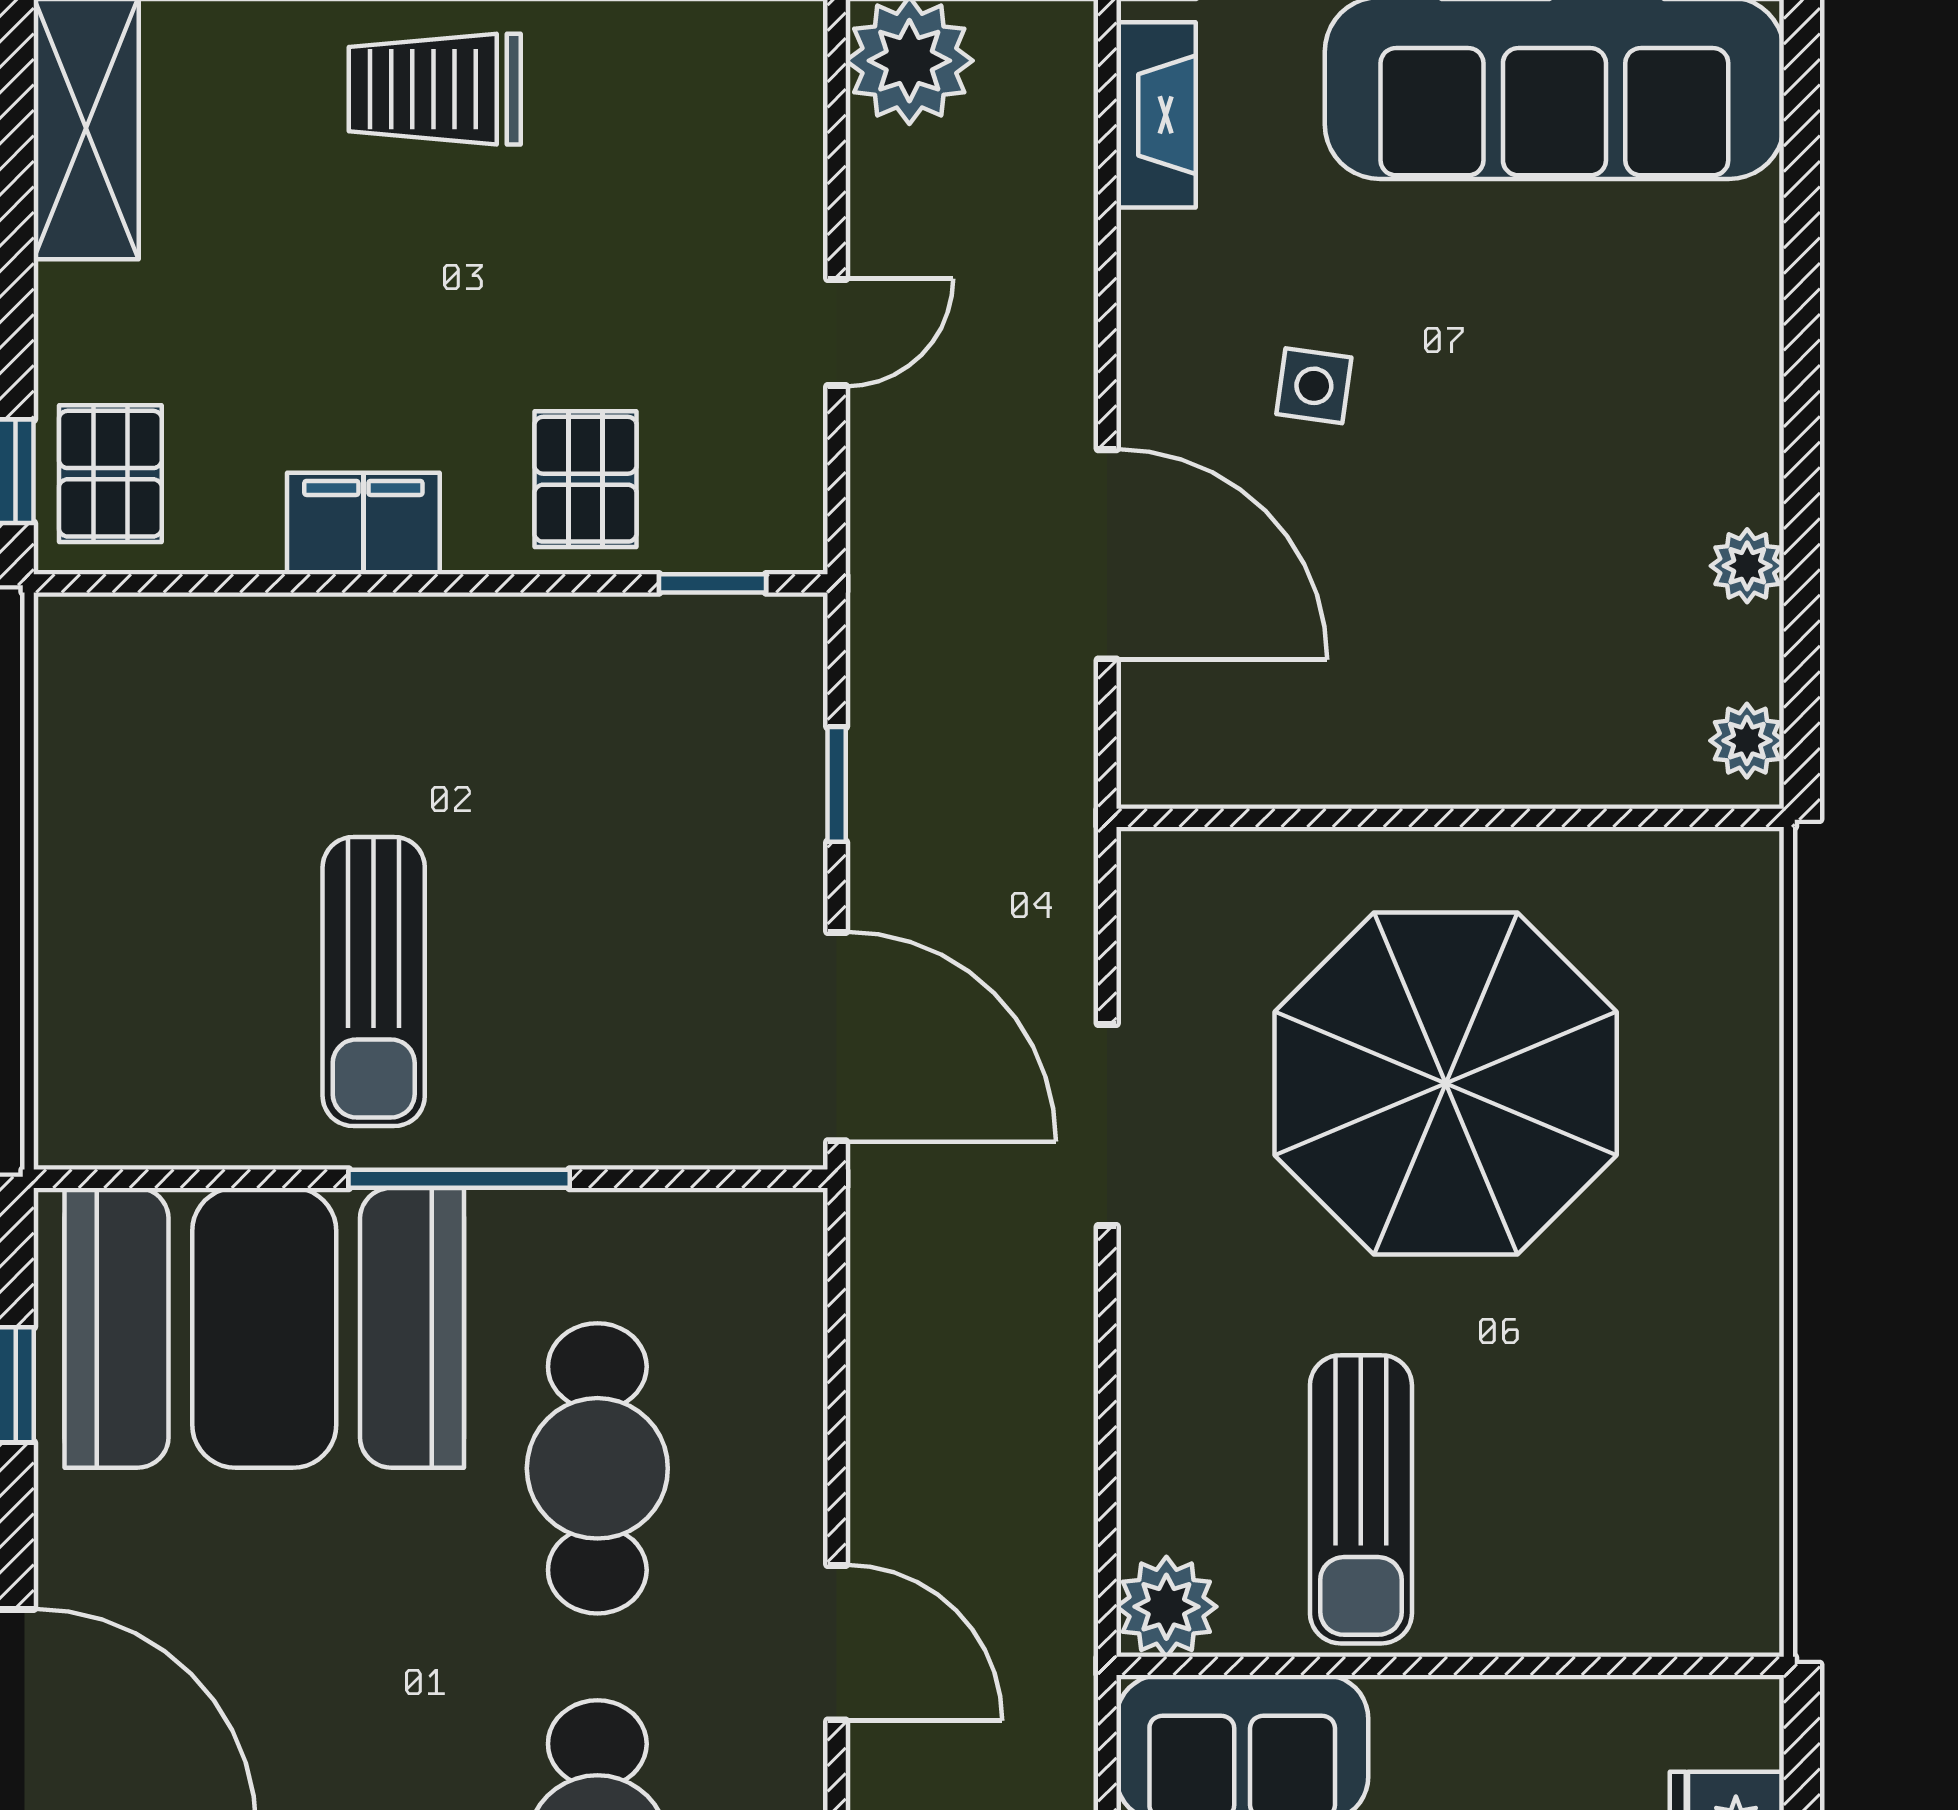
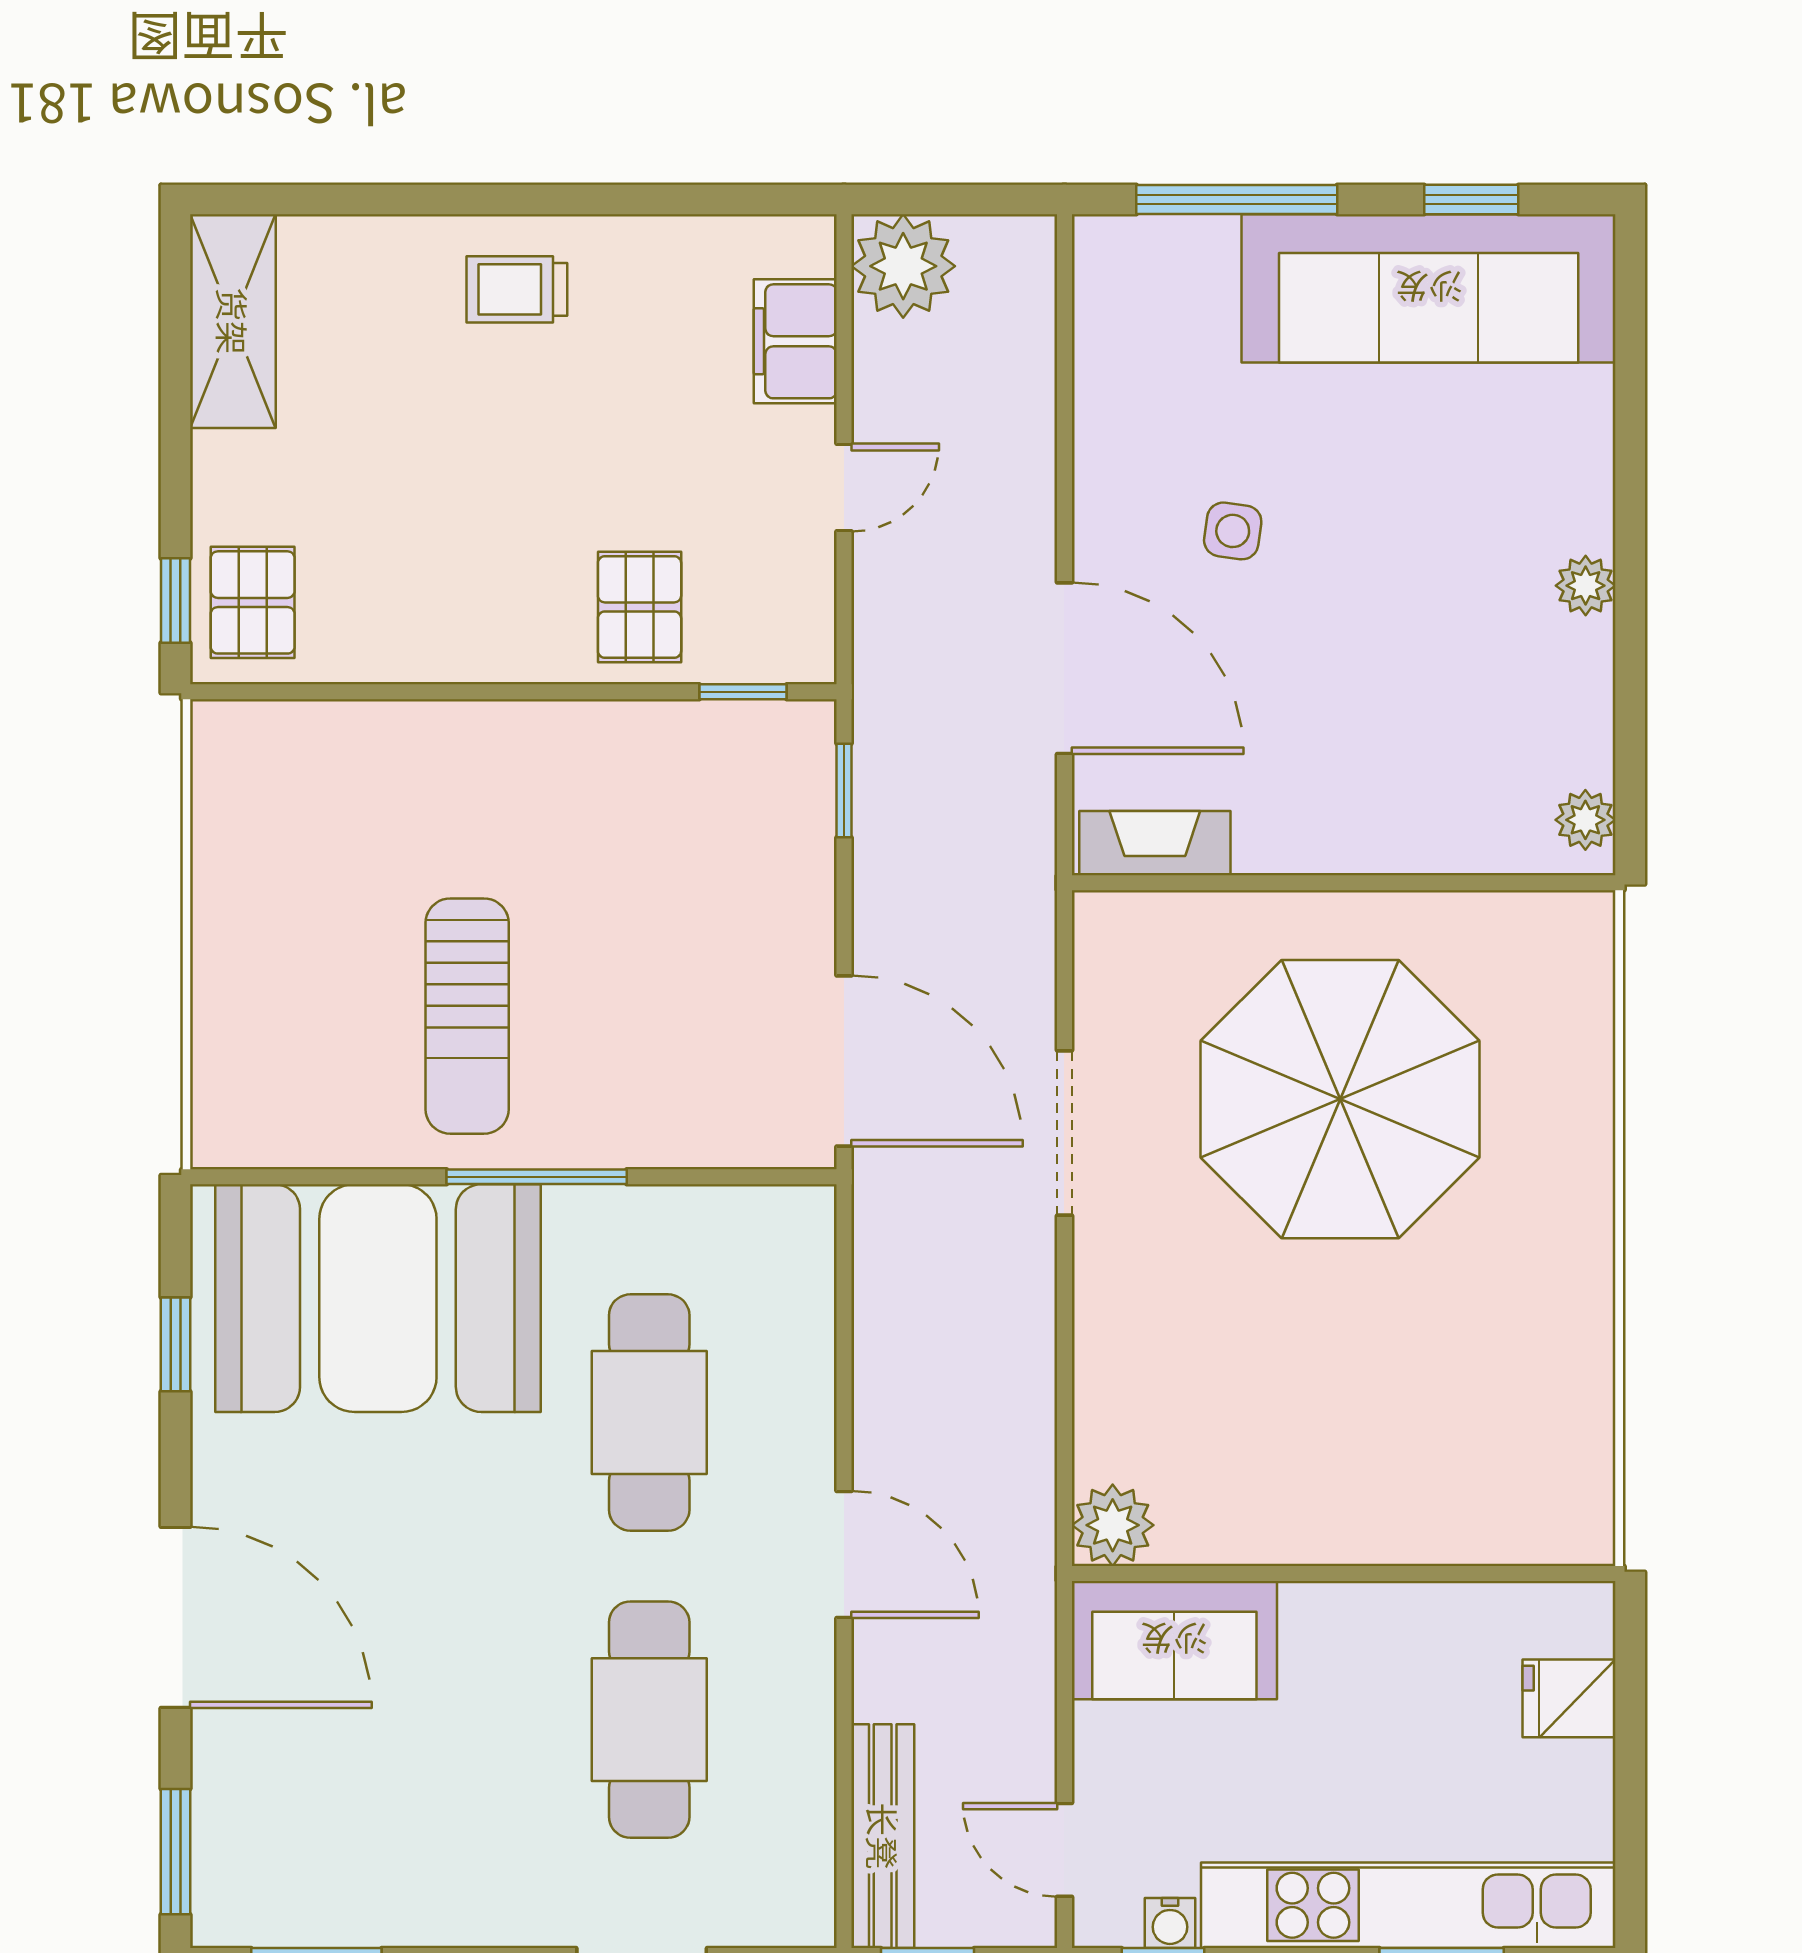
trolley: (435, 89) -> (517, 289), width x0.73, depth x0.72
fireplace: (1156, 115) -> (1155, 843), moved, turned -90
filing cabinet: (363, 523) -> (795, 341), moved, turned -90
plant: (1747, 566) -> (1586, 586), moved
window: (837, 784) -> (844, 790), moved
sun lounger: (1361, 1499) -> (1271, 1438), removed

